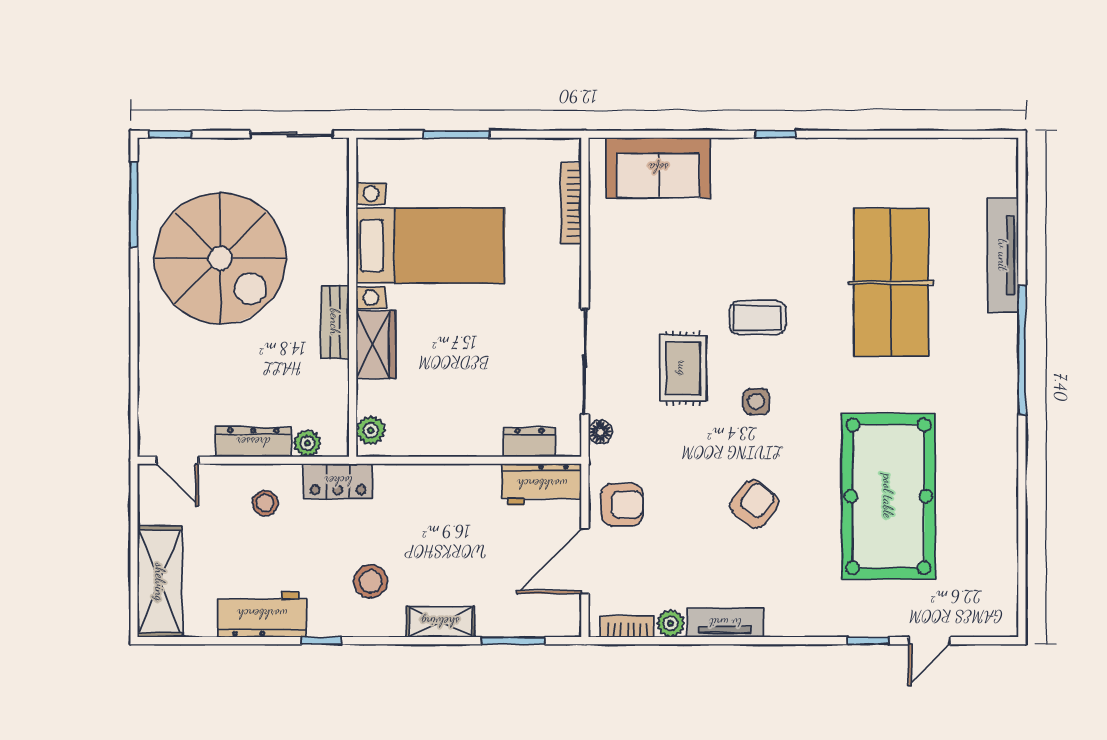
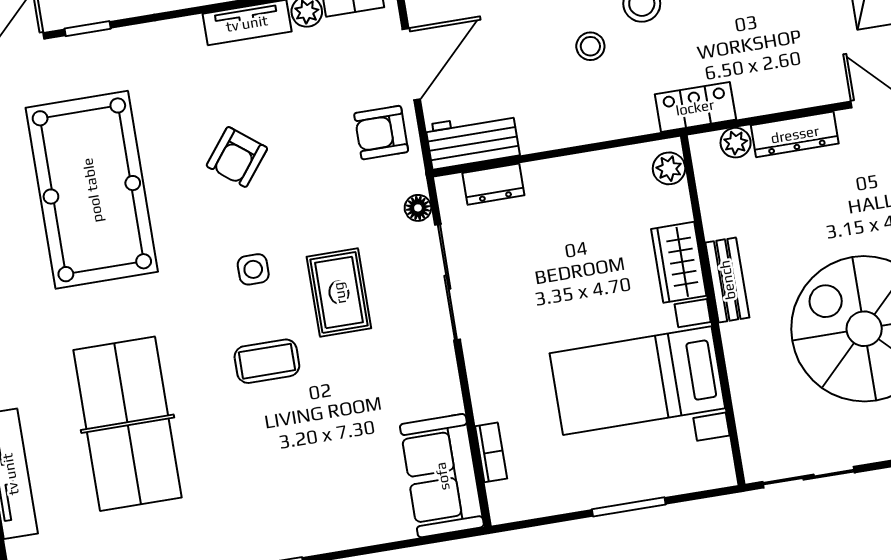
sofa: (658, 168) -> (442, 476), moved, turned -90
bookcase: (571, 203) -> (491, 452), width x0.64
stool: (265, 503) -> (590, 46), moved

